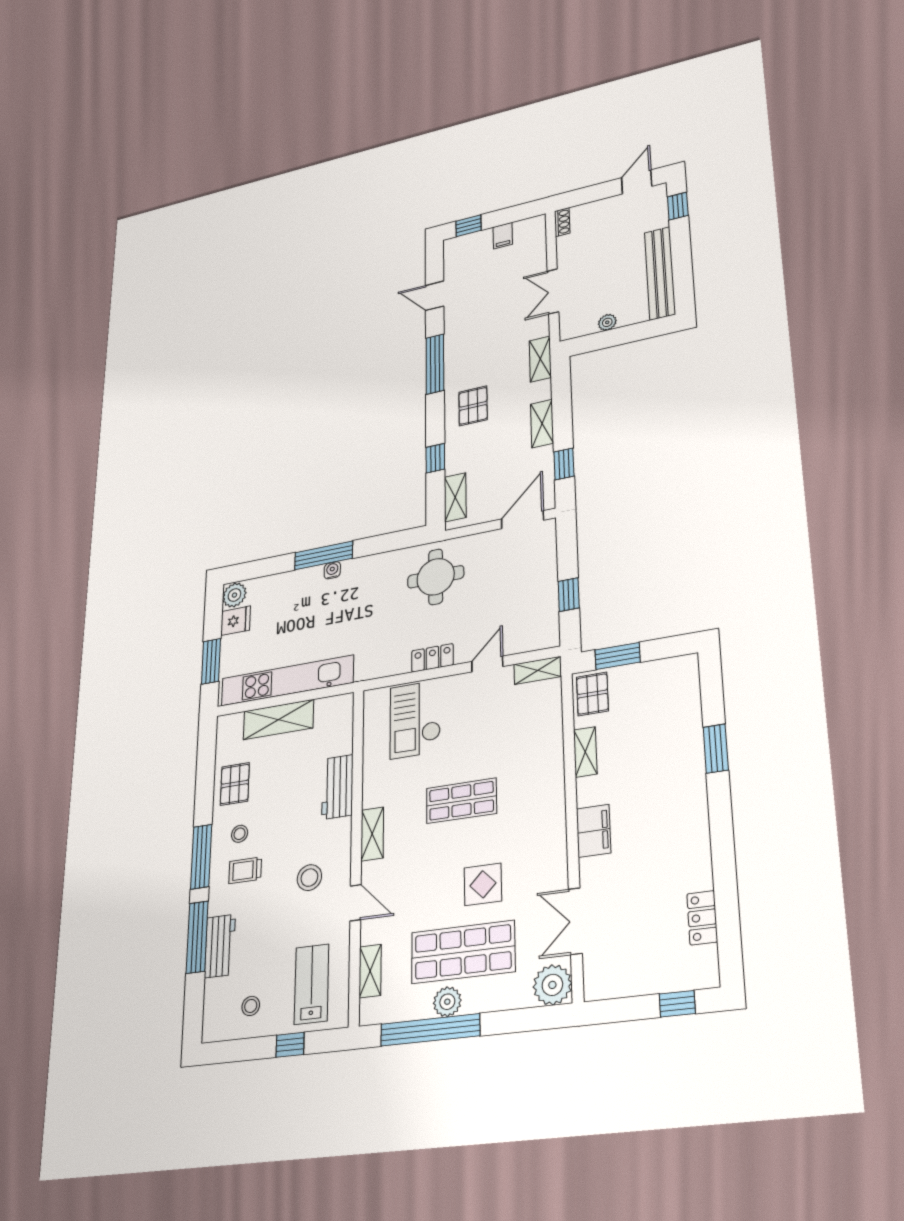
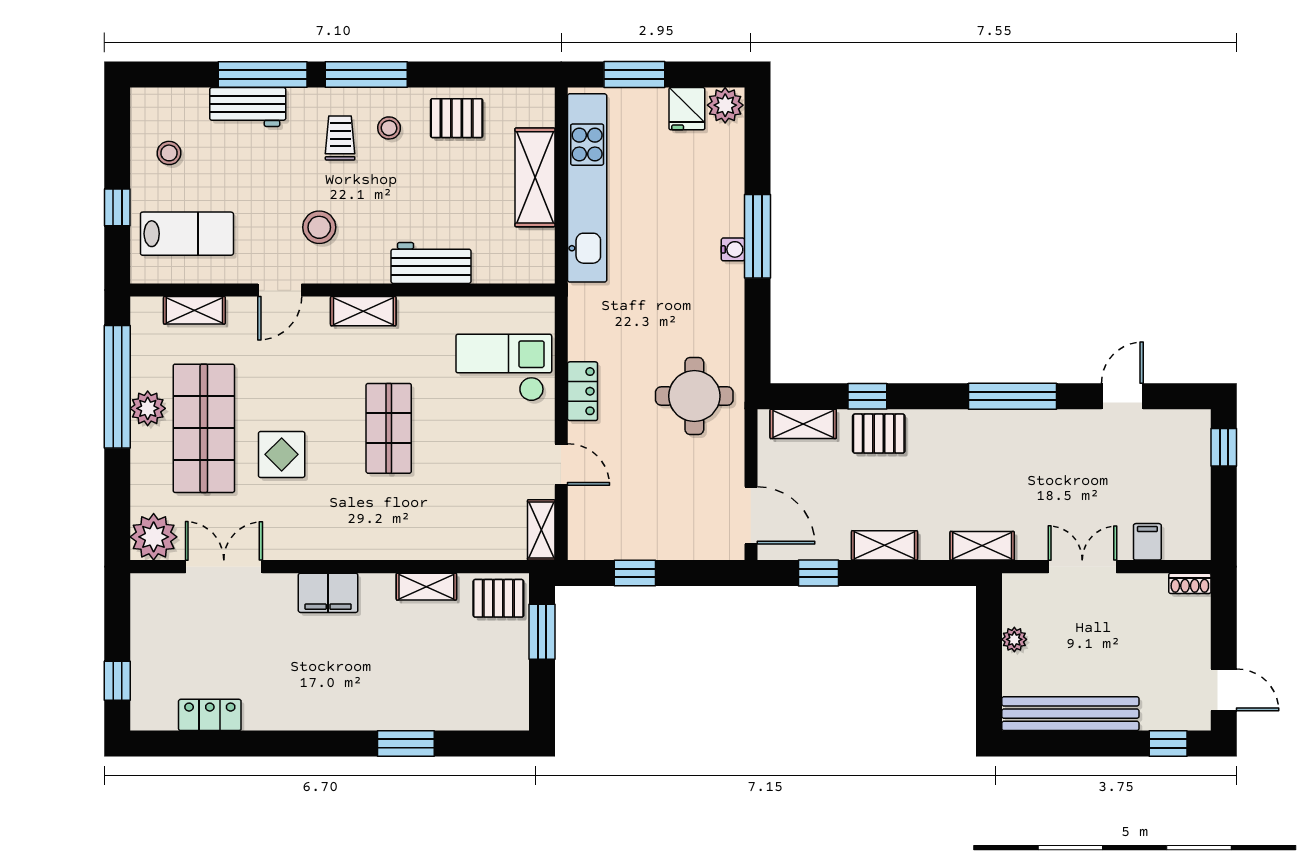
filing cabinet: (503, 236) -> (1147, 542), moved, turned 90
pallet: (473, 406) -> (879, 434), moved

